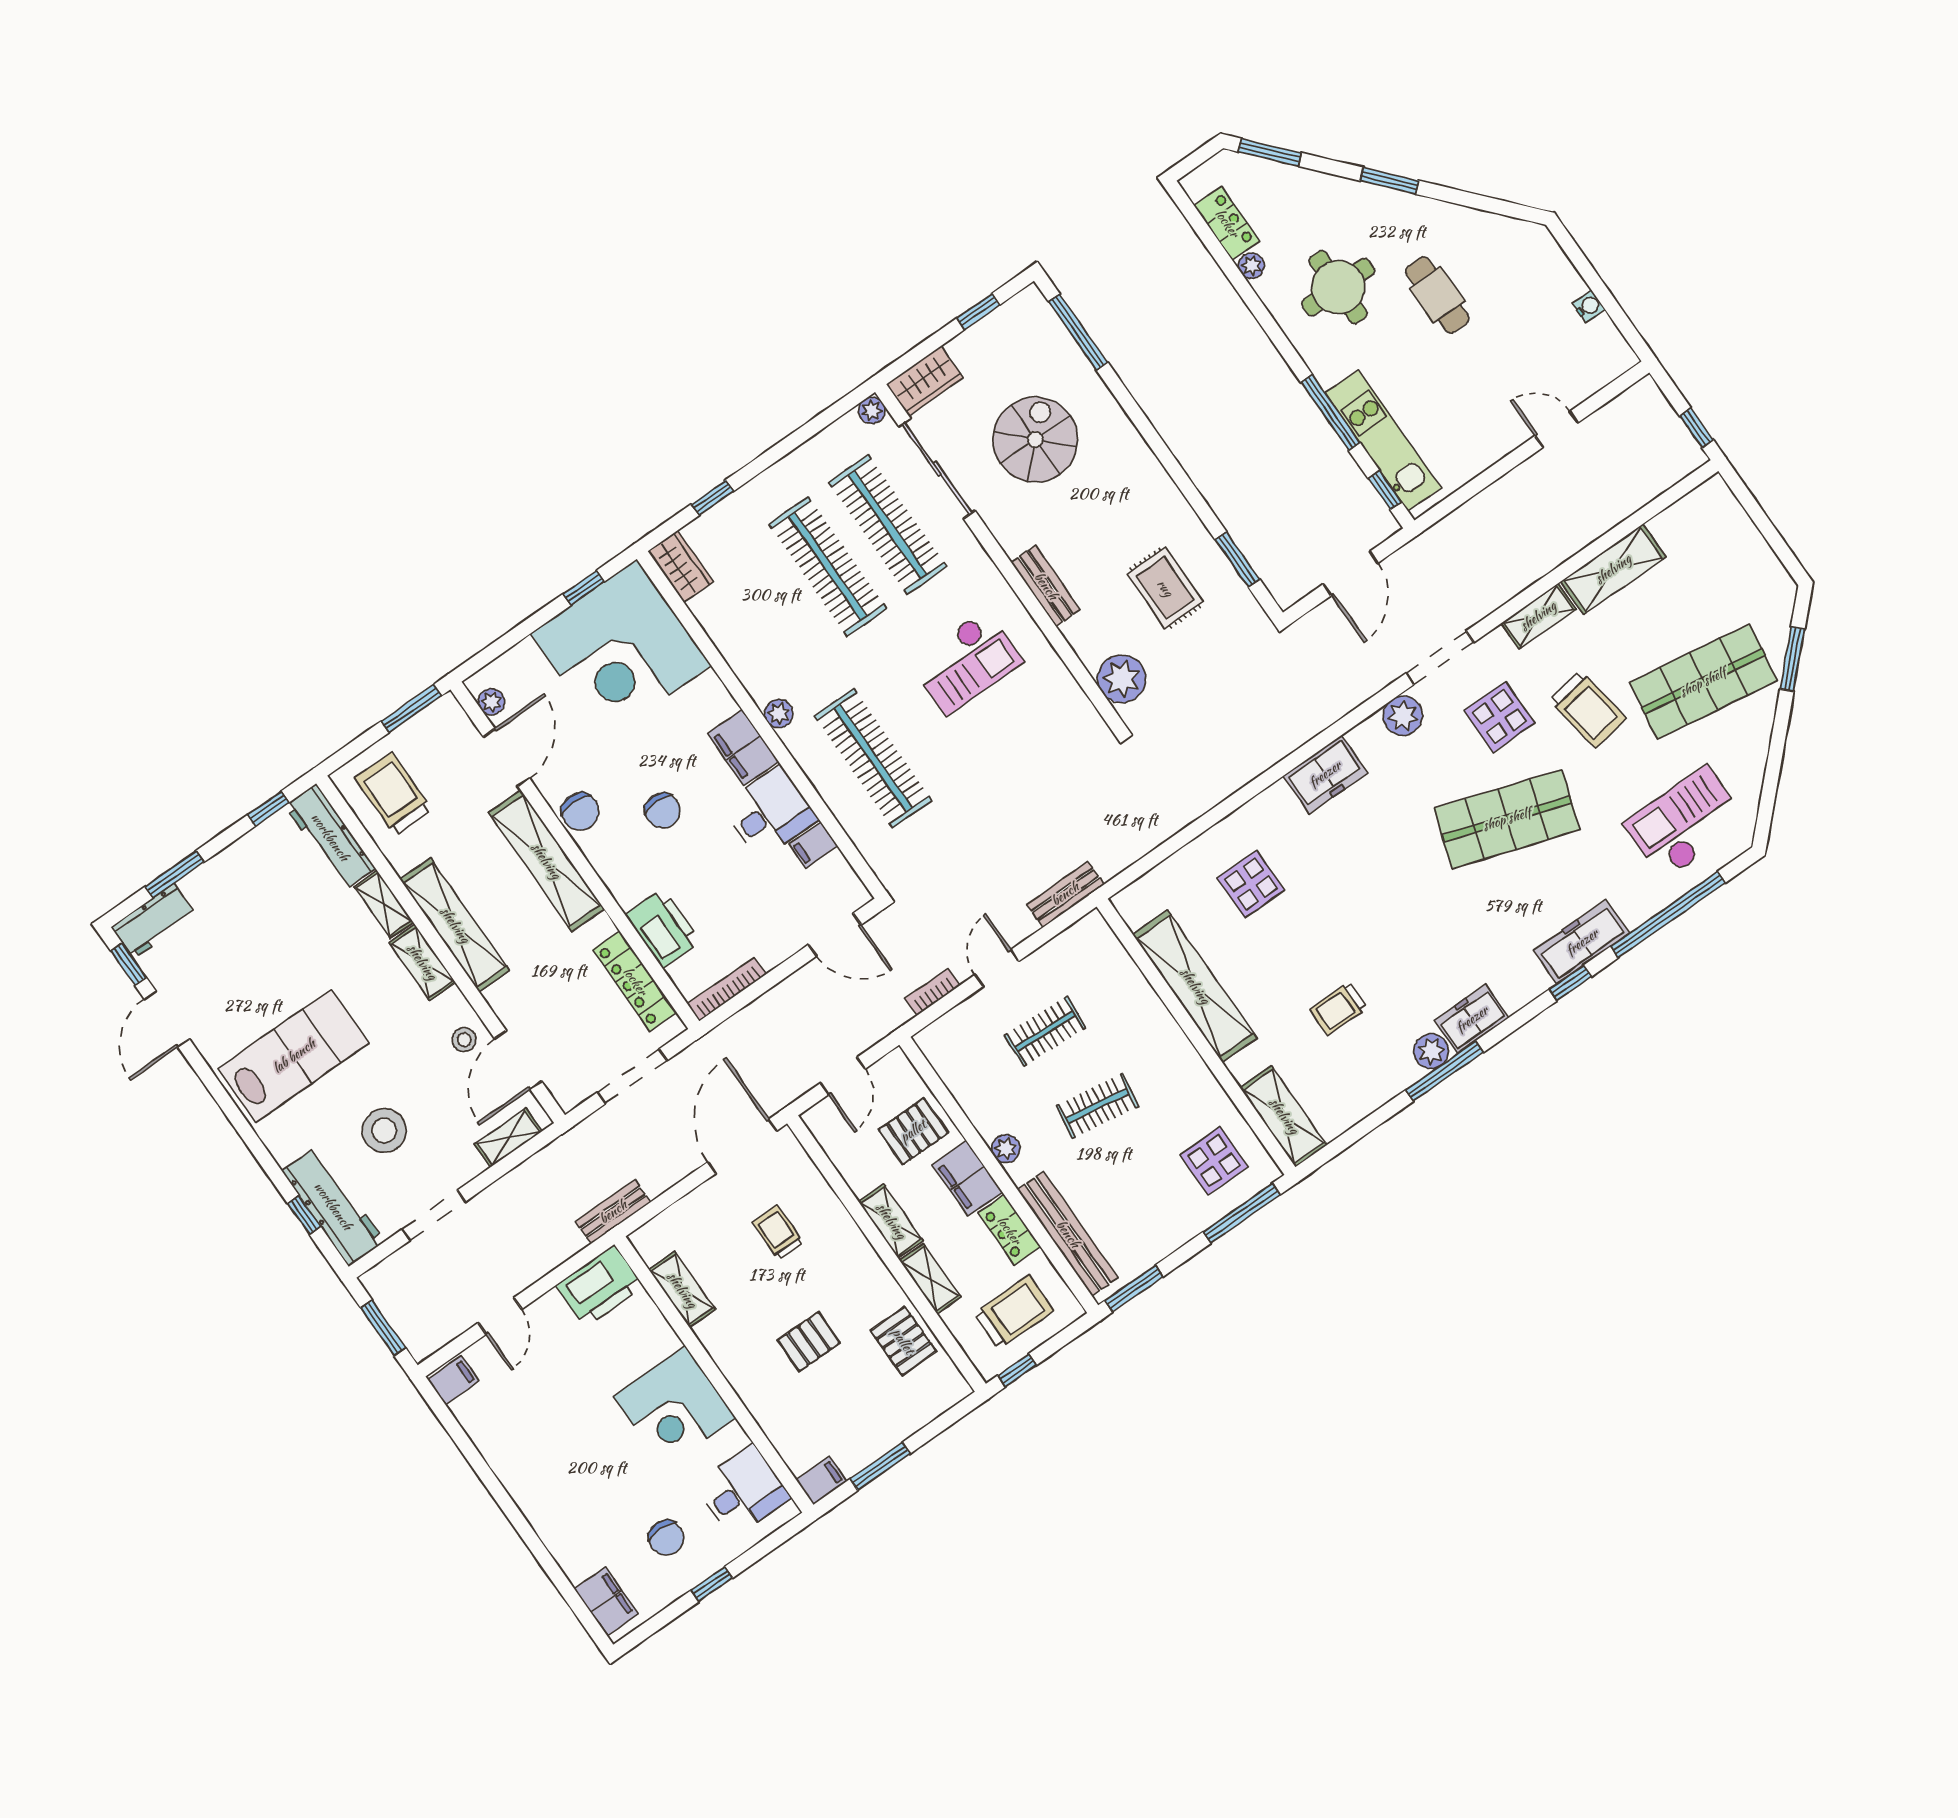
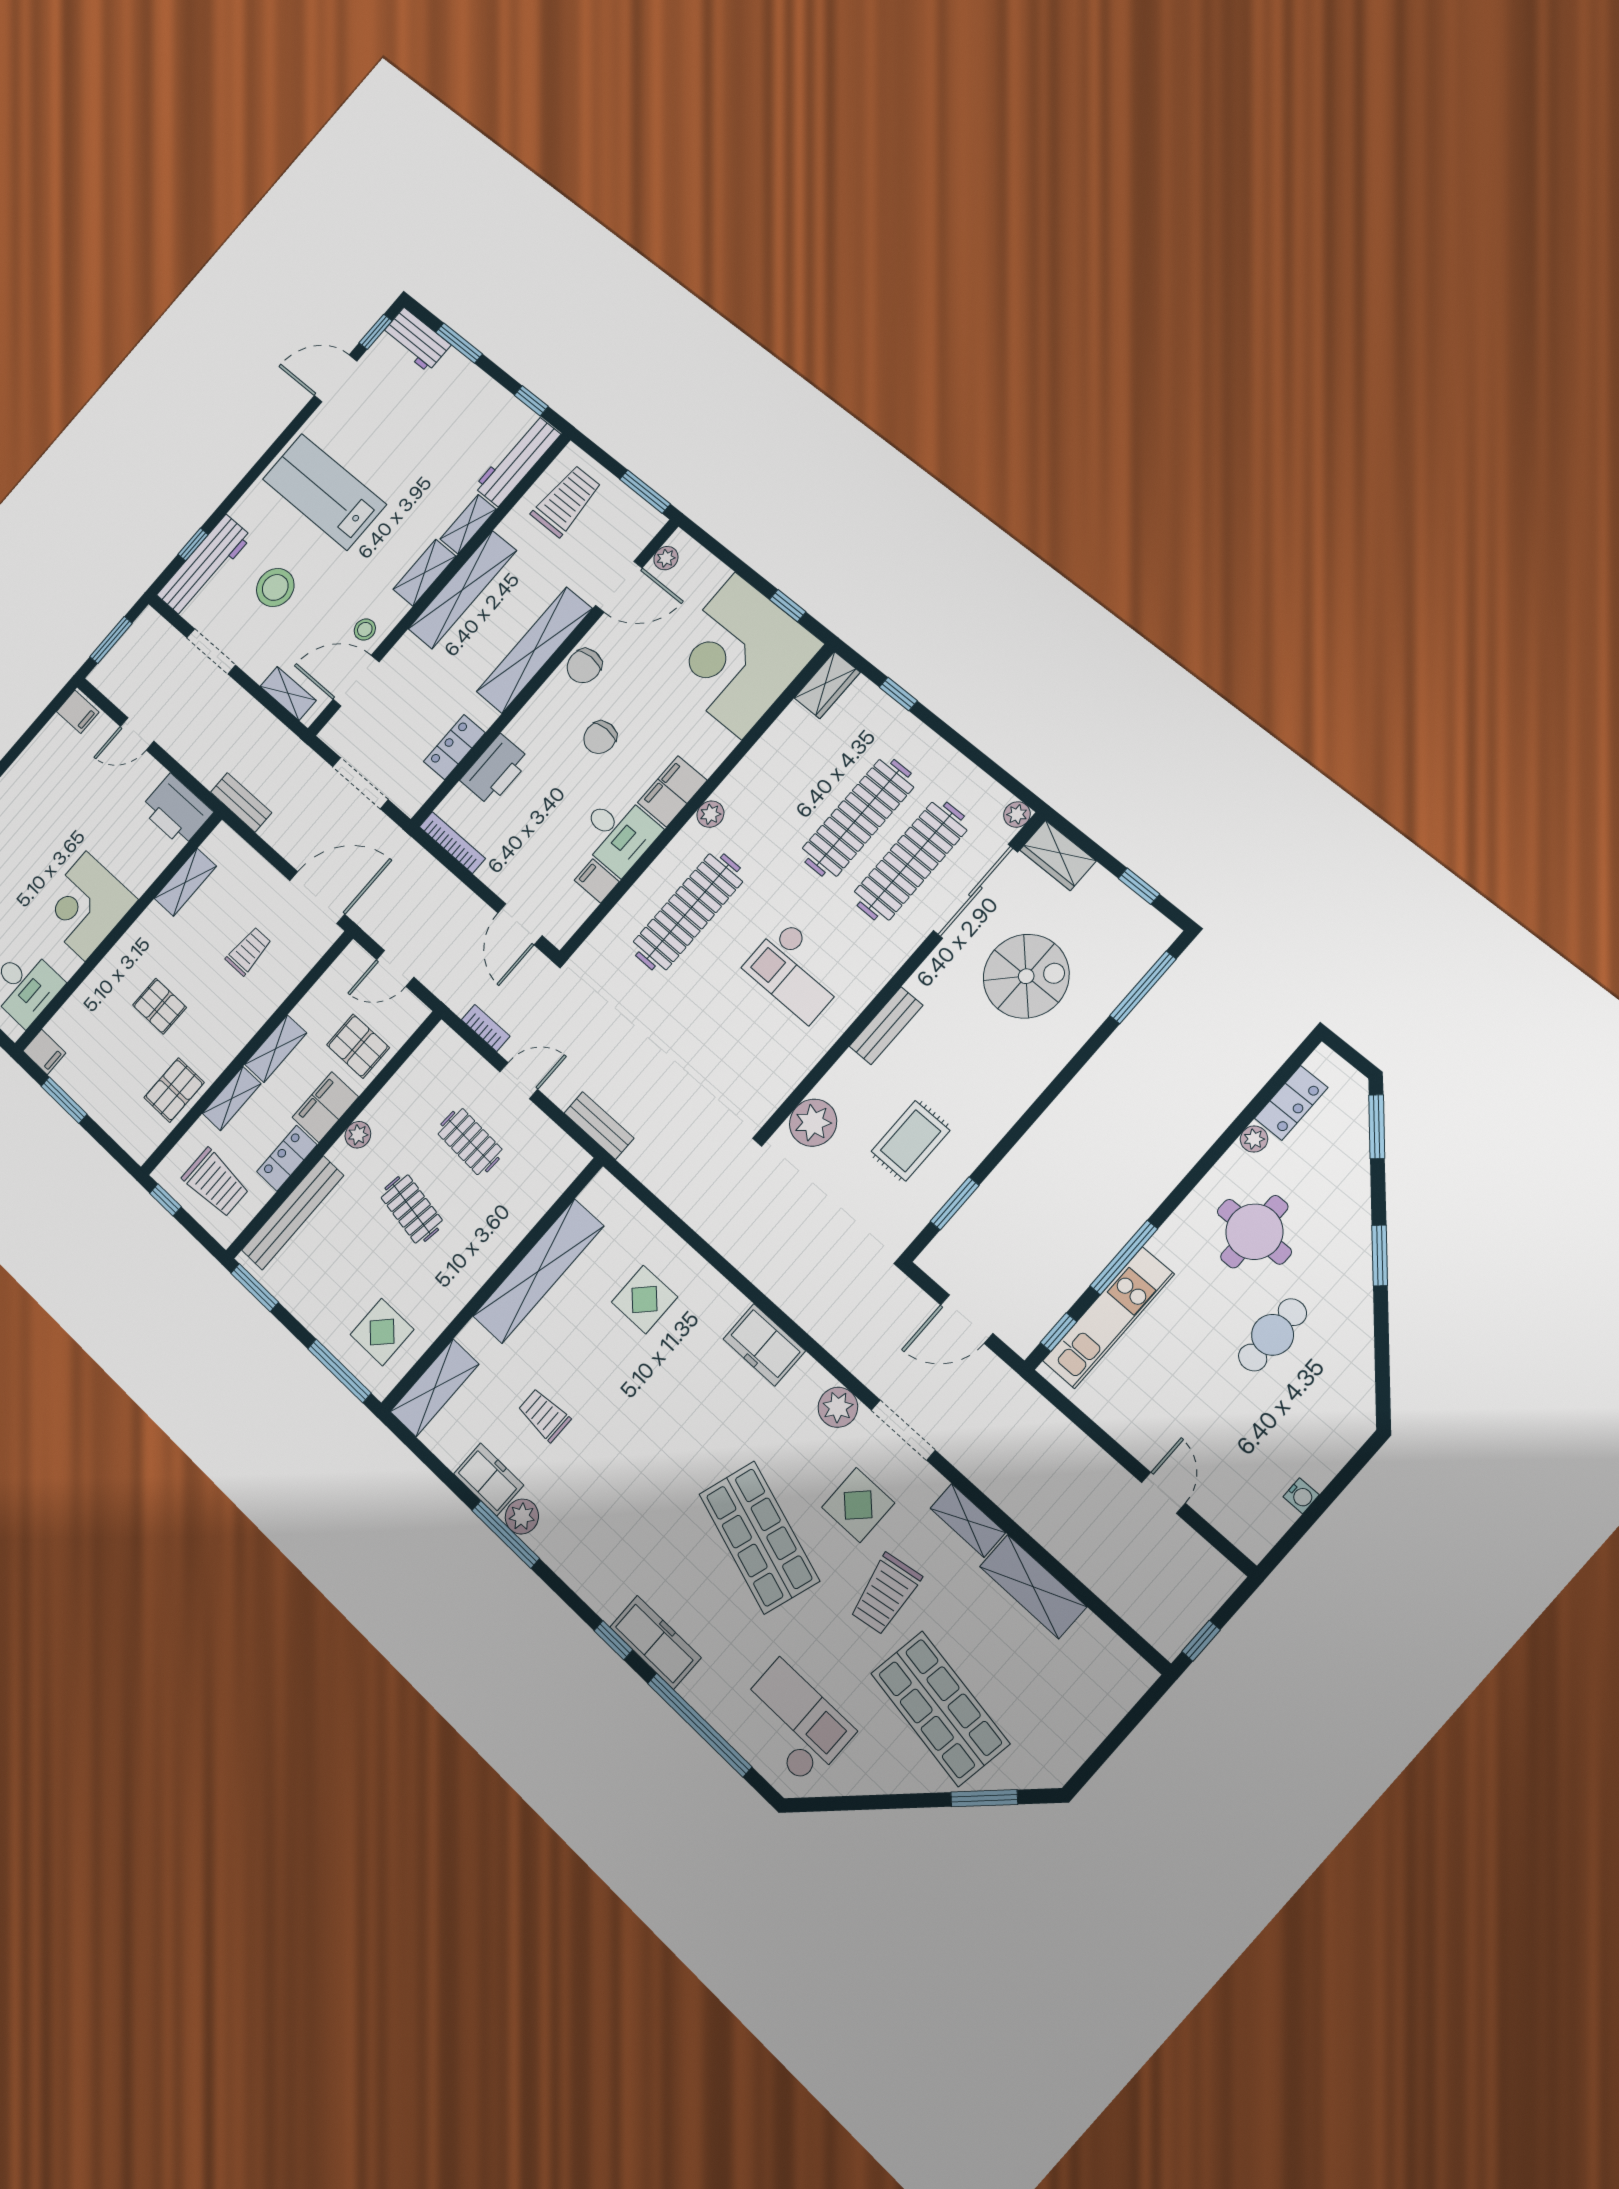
locker: (635, 981) -> (454, 747), width x0.66
freezer: (1472, 1019) -> (489, 1479), moved
lab bench: (294, 1056) -> (324, 492), turned 180

